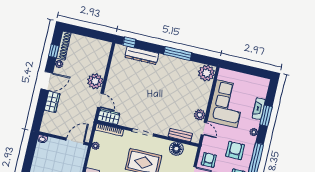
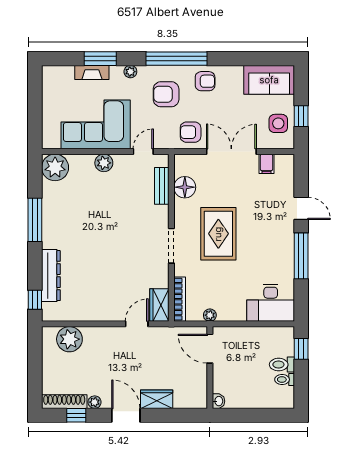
plant: (95, 81) -> (69, 339), moved
plant: (200, 115) -> (104, 163), moved

